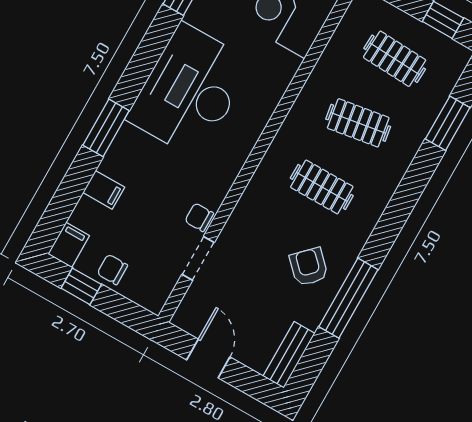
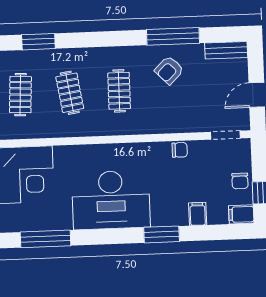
chair: (199, 217) -> (180, 150), turned -90
doorway: (198, 258) -> (226, 135), moved

